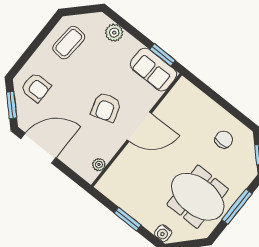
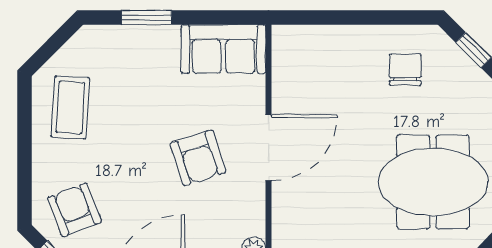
plant: (114, 33) -> (124, 41), removed
window: (162, 55) -> (147, 18), moved
armchair: (36, 87) -> (74, 210), turned -111

